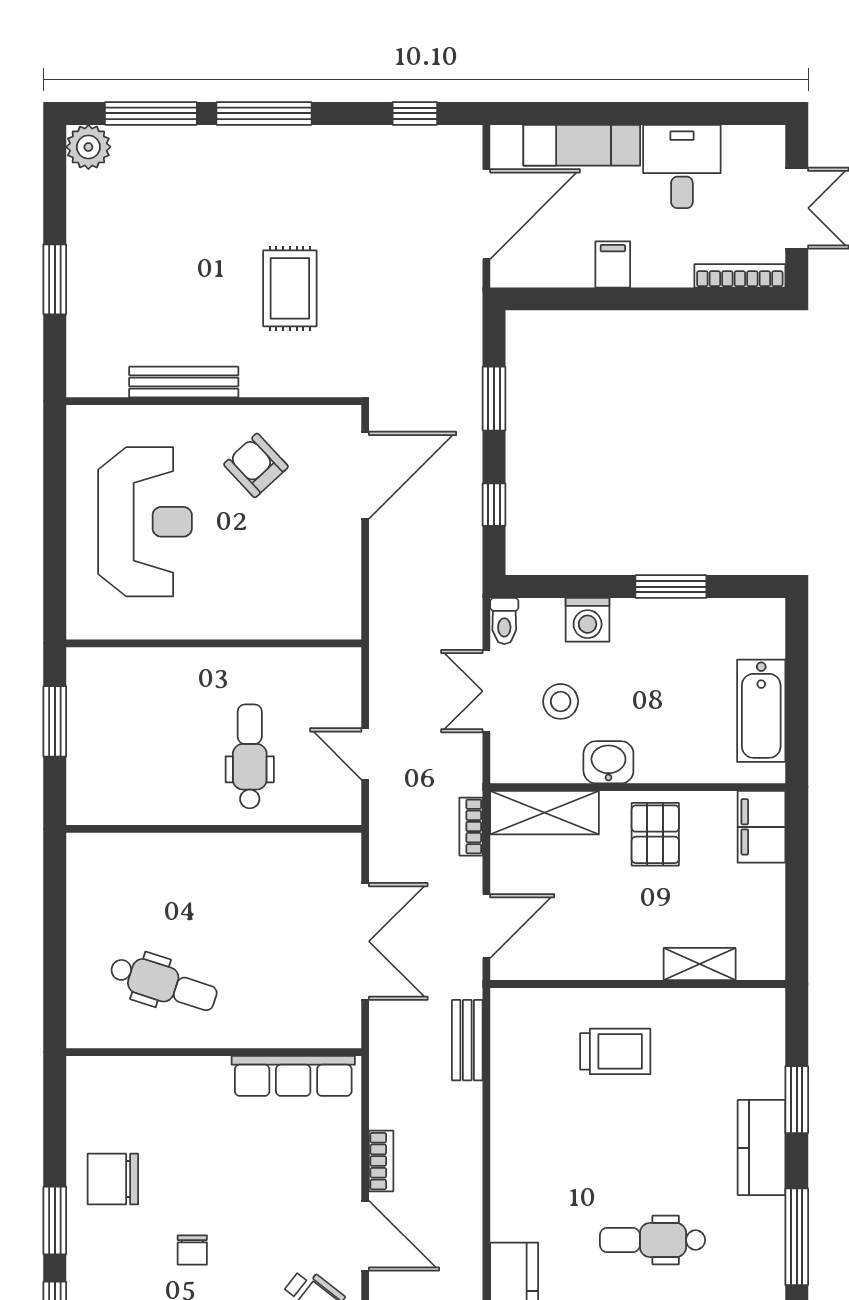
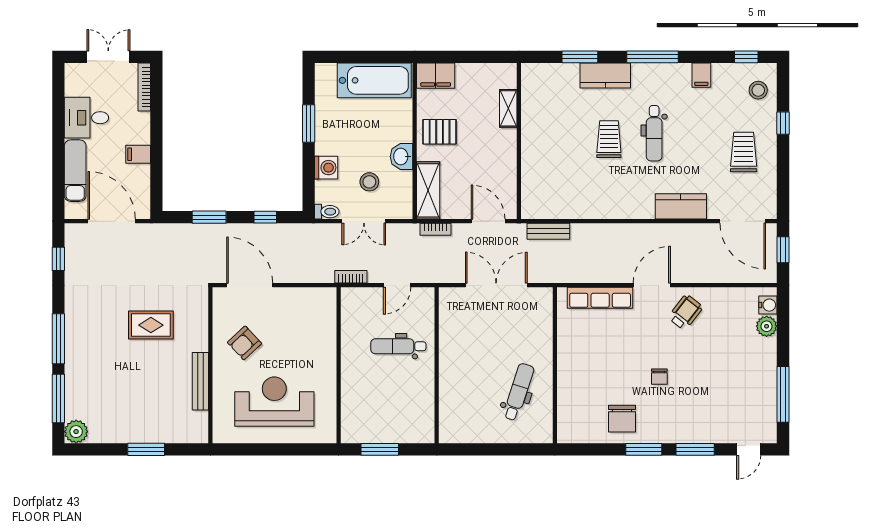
bathtub: (761, 711) -> (374, 80), width x1.36, depth x1.36
trolley: (615, 1051) -> (609, 139), moved
row of seats: (293, 1076) -> (600, 298), moved, turned 90
bookcase: (381, 1161) -> (351, 277), moved
chair: (192, 1250) -> (659, 377), turned 90

